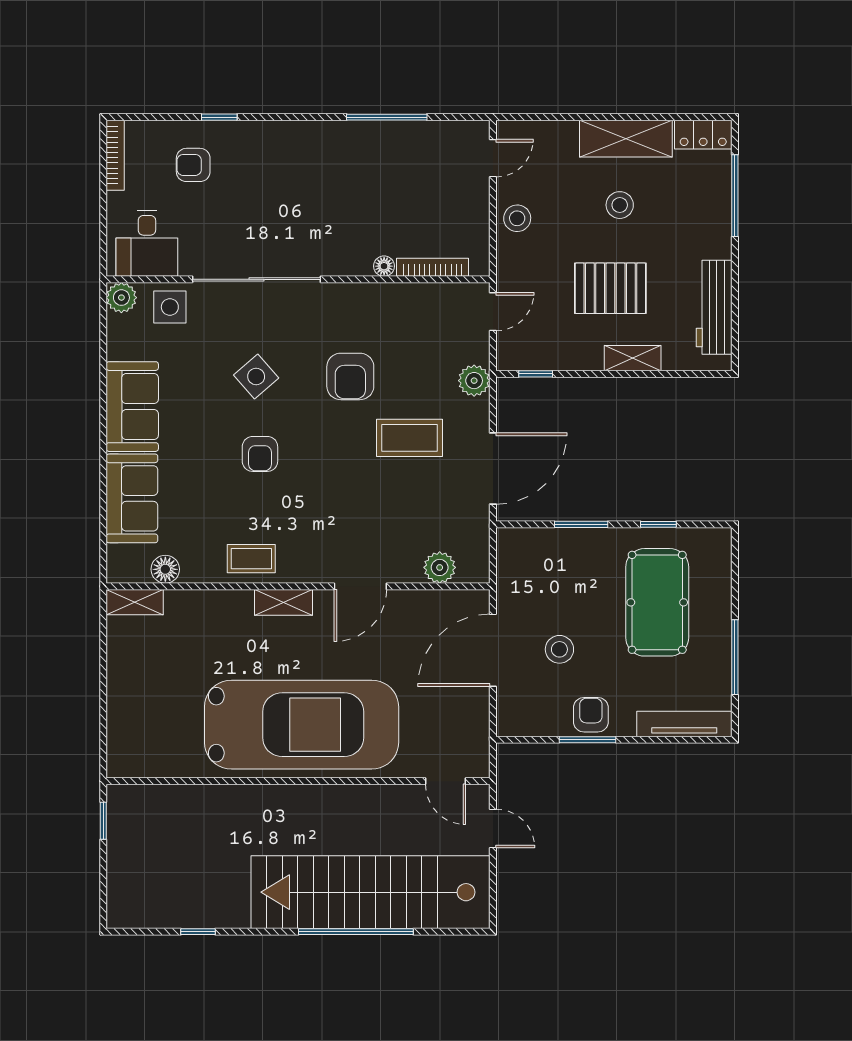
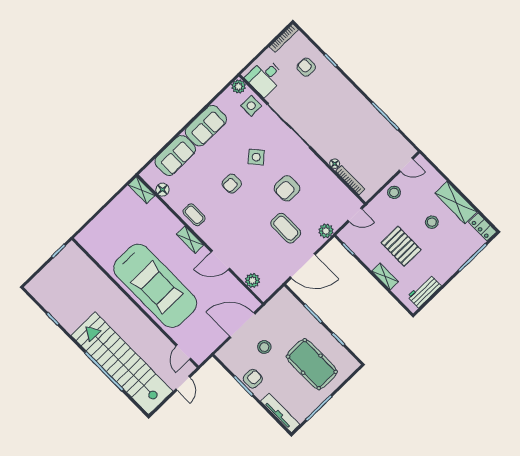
workbench: (714, 307) -> (424, 291), width x0.73
pool table: (657, 602) -> (312, 364), turned 90

